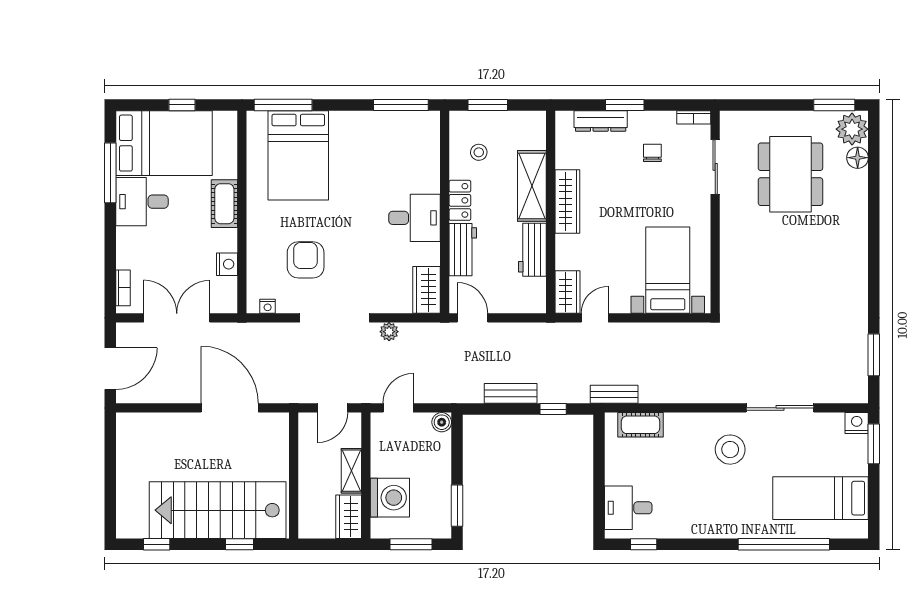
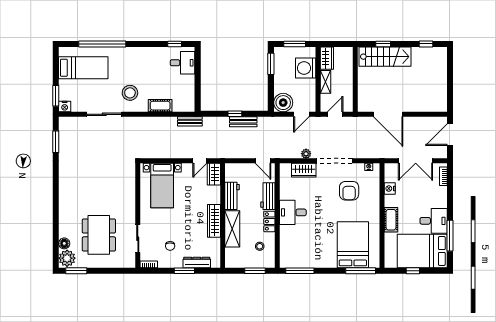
wardrobe: (427, 290) -> (304, 170), moved, turned 90
window: (553, 409) -> (235, 114), moved
boiler: (442, 422) -> (283, 103), width x1.86, depth x1.86
cot: (641, 425) -> (160, 106), moved
stairs: (218, 510) -> (385, 57), width x0.73, depth x0.66

